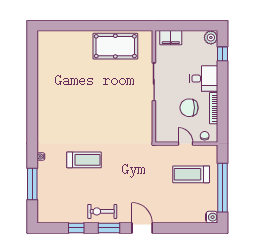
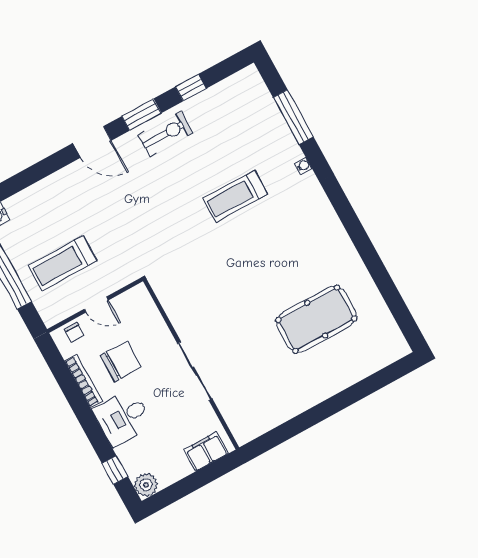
pool table: (115, 46) -> (316, 319), moved
treadmill: (191, 174) -> (63, 263), turned 180

